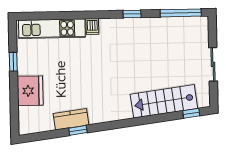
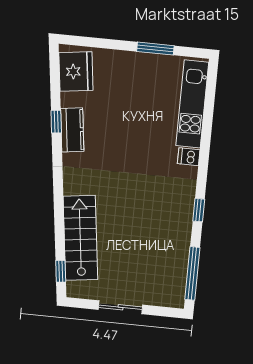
window: (13, 62) -> (155, 49), width x1.50
fridge: (30, 91) -> (76, 71), moved, turned -97
kitchen counter: (71, 119) -> (72, 130), moved

